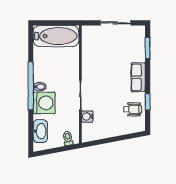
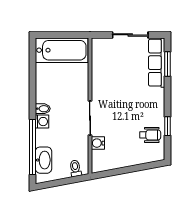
row of seats: (138, 77) -> (157, 63), moved, width x1.48
window: (31, 86) -> (33, 147), moved
washing machine: (44, 103) -> (42, 122), width x0.53, depth x0.53

